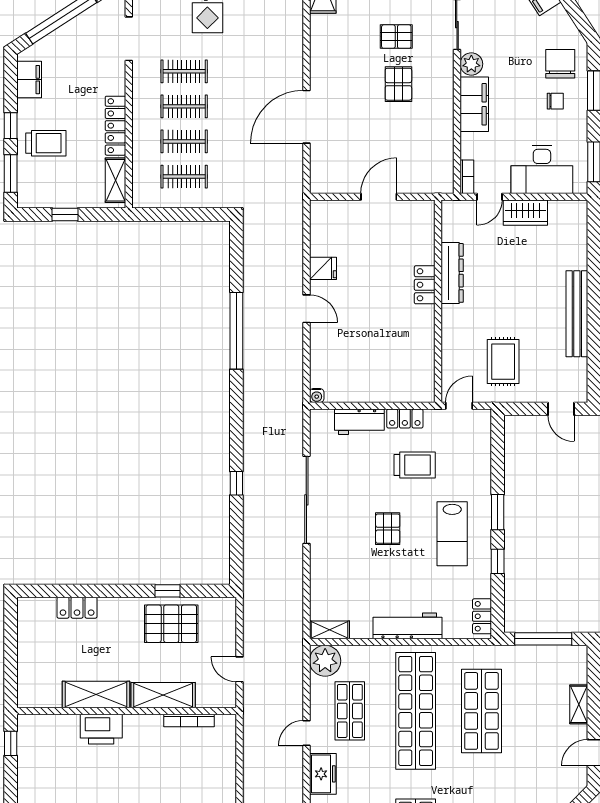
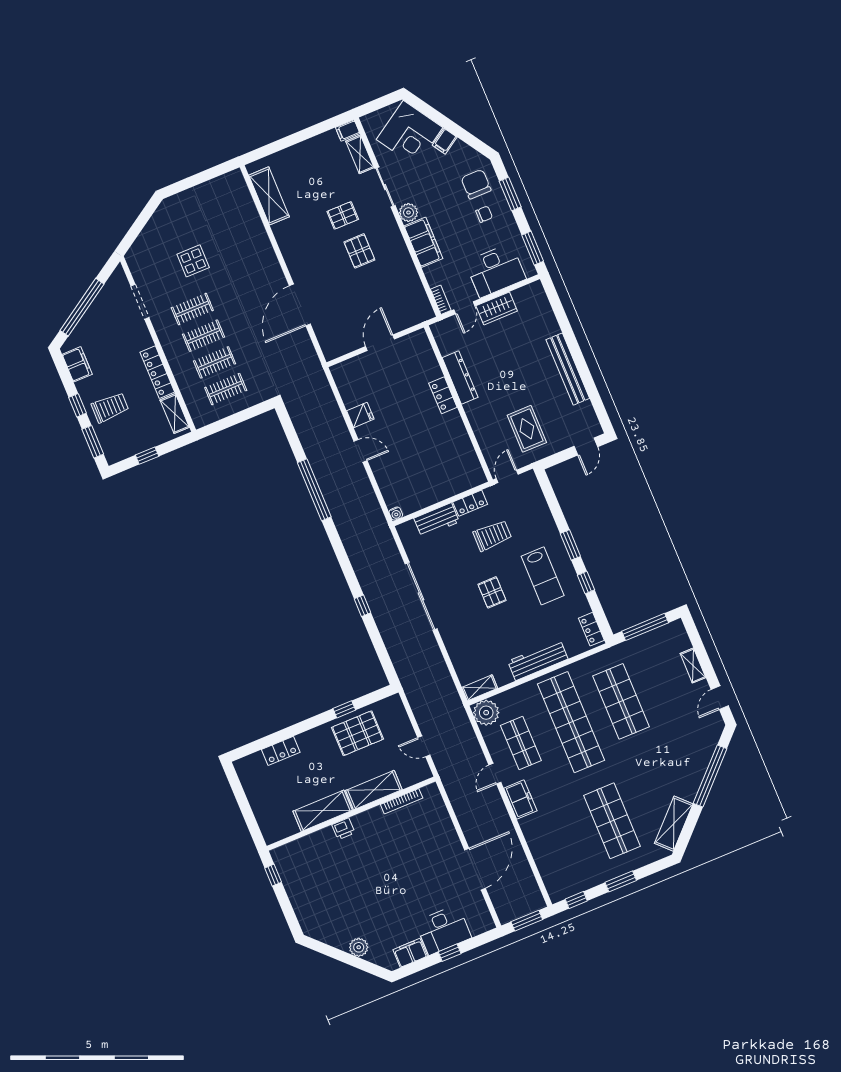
door: (561, 409) -> (586, 446), hinge flipped
printer: (101, 729) -> (343, 829), width x0.53, depth x0.68

